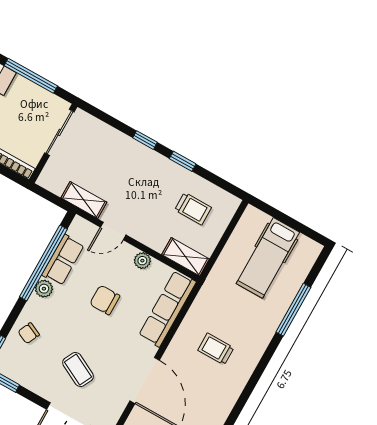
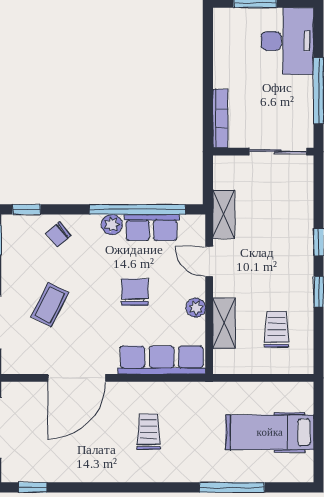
trolley: (193, 209) -> (277, 329), turned 180
shelving: (186, 257) -> (224, 323), moved
chair: (29, 333) -> (58, 234), turned -64

